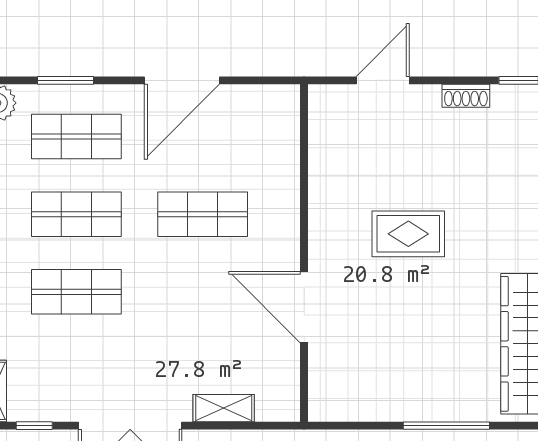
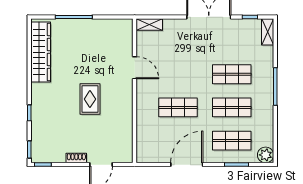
shoe rack: (466, 96) -> (76, 158), moved
rug: (408, 234) -> (90, 99), turned 90
door: (304, 307) -> (135, 68), width x0.73
shelving: (224, 408) -> (149, 25), moved

